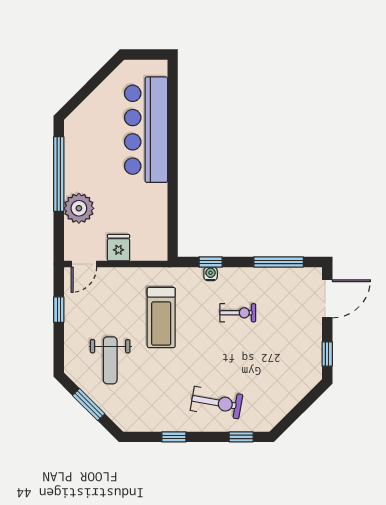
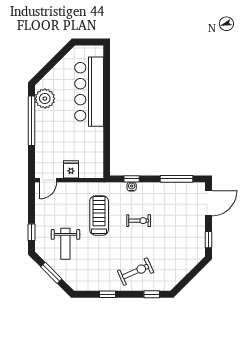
plant: (79, 208) -> (45, 99), moved
window: (59, 310) -> (32, 232), moved
exercise bike: (238, 313) -> (139, 221), moved
treadmill: (161, 318) -> (99, 215), turned 180
exercise bike: (216, 403) -> (136, 272), turned -34

